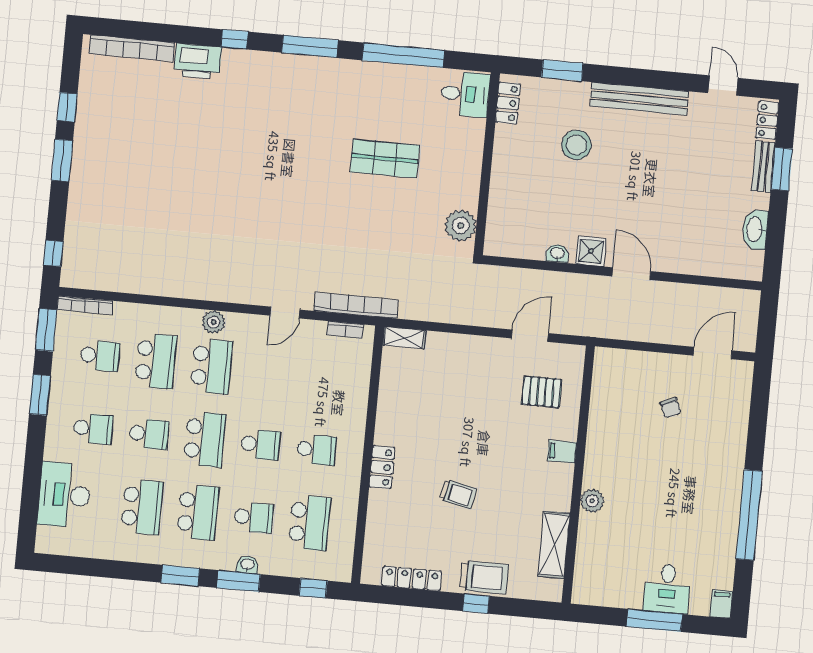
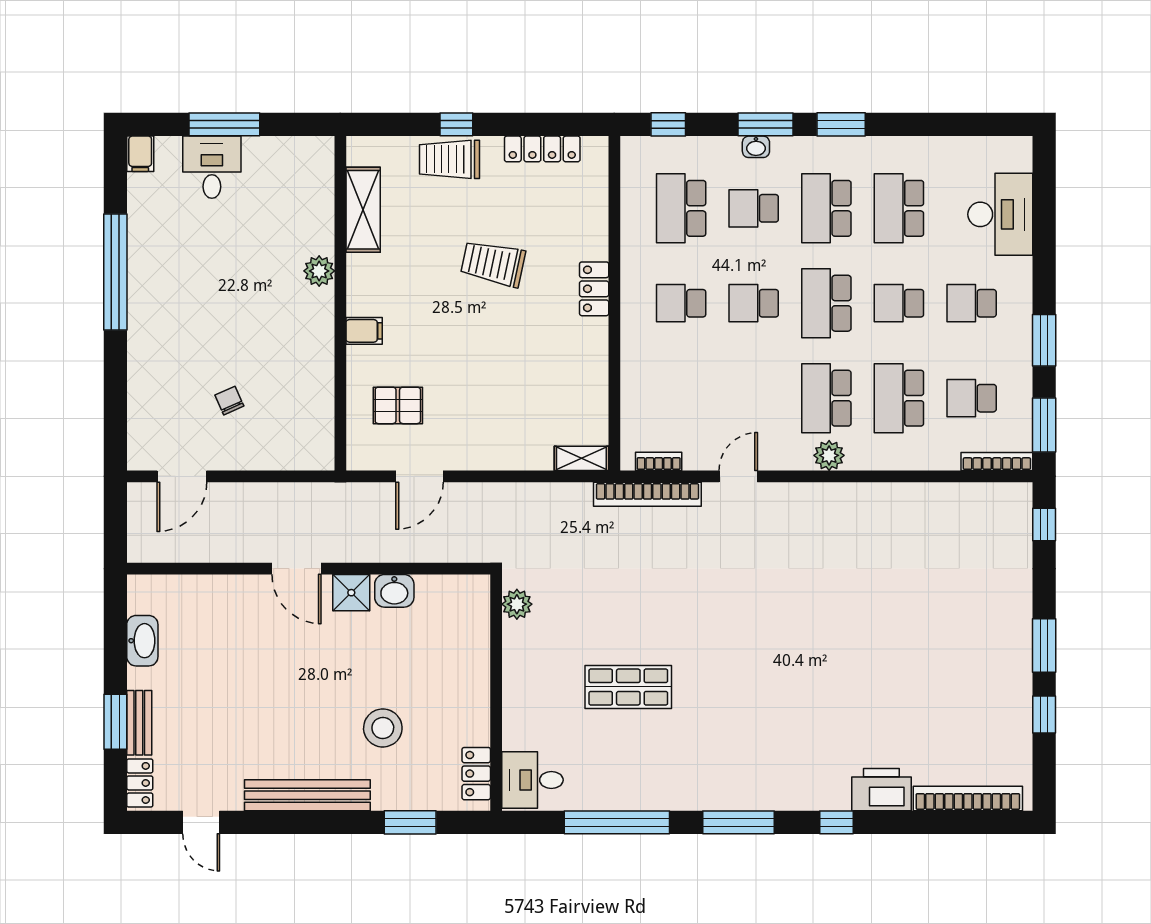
plant: (461, 226) -> (517, 604), width x0.73, depth x0.73
washbasin: (557, 253) -> (394, 591), width x1.38, depth x1.45
trolley: (458, 494) -> (493, 263), width x1.36, depth x1.39

